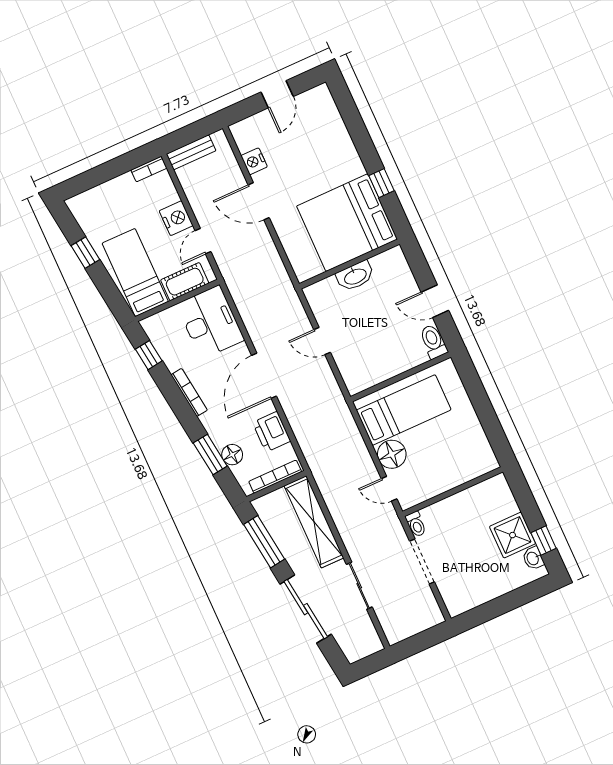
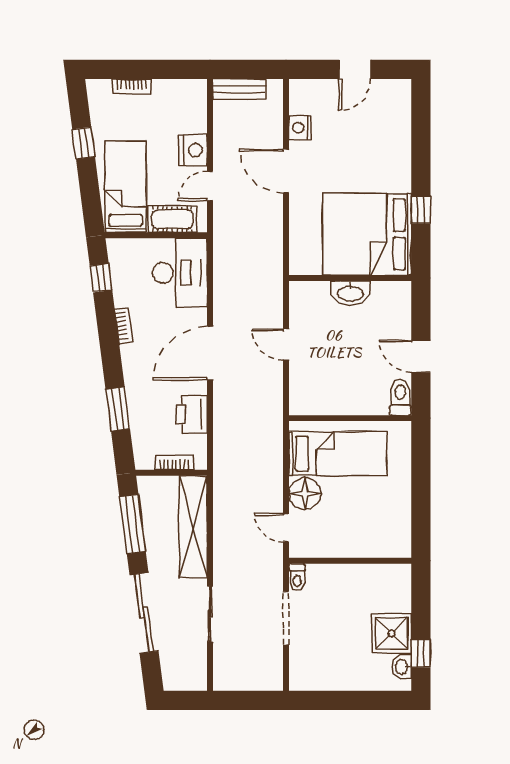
bookcase: (149, 169) -> (132, 87), moved
bookcase: (189, 392) -> (124, 325), width x0.64
floor lamp: (232, 455) -> (140, 420), removed
bookcase: (275, 477) -> (174, 462), width x0.64

